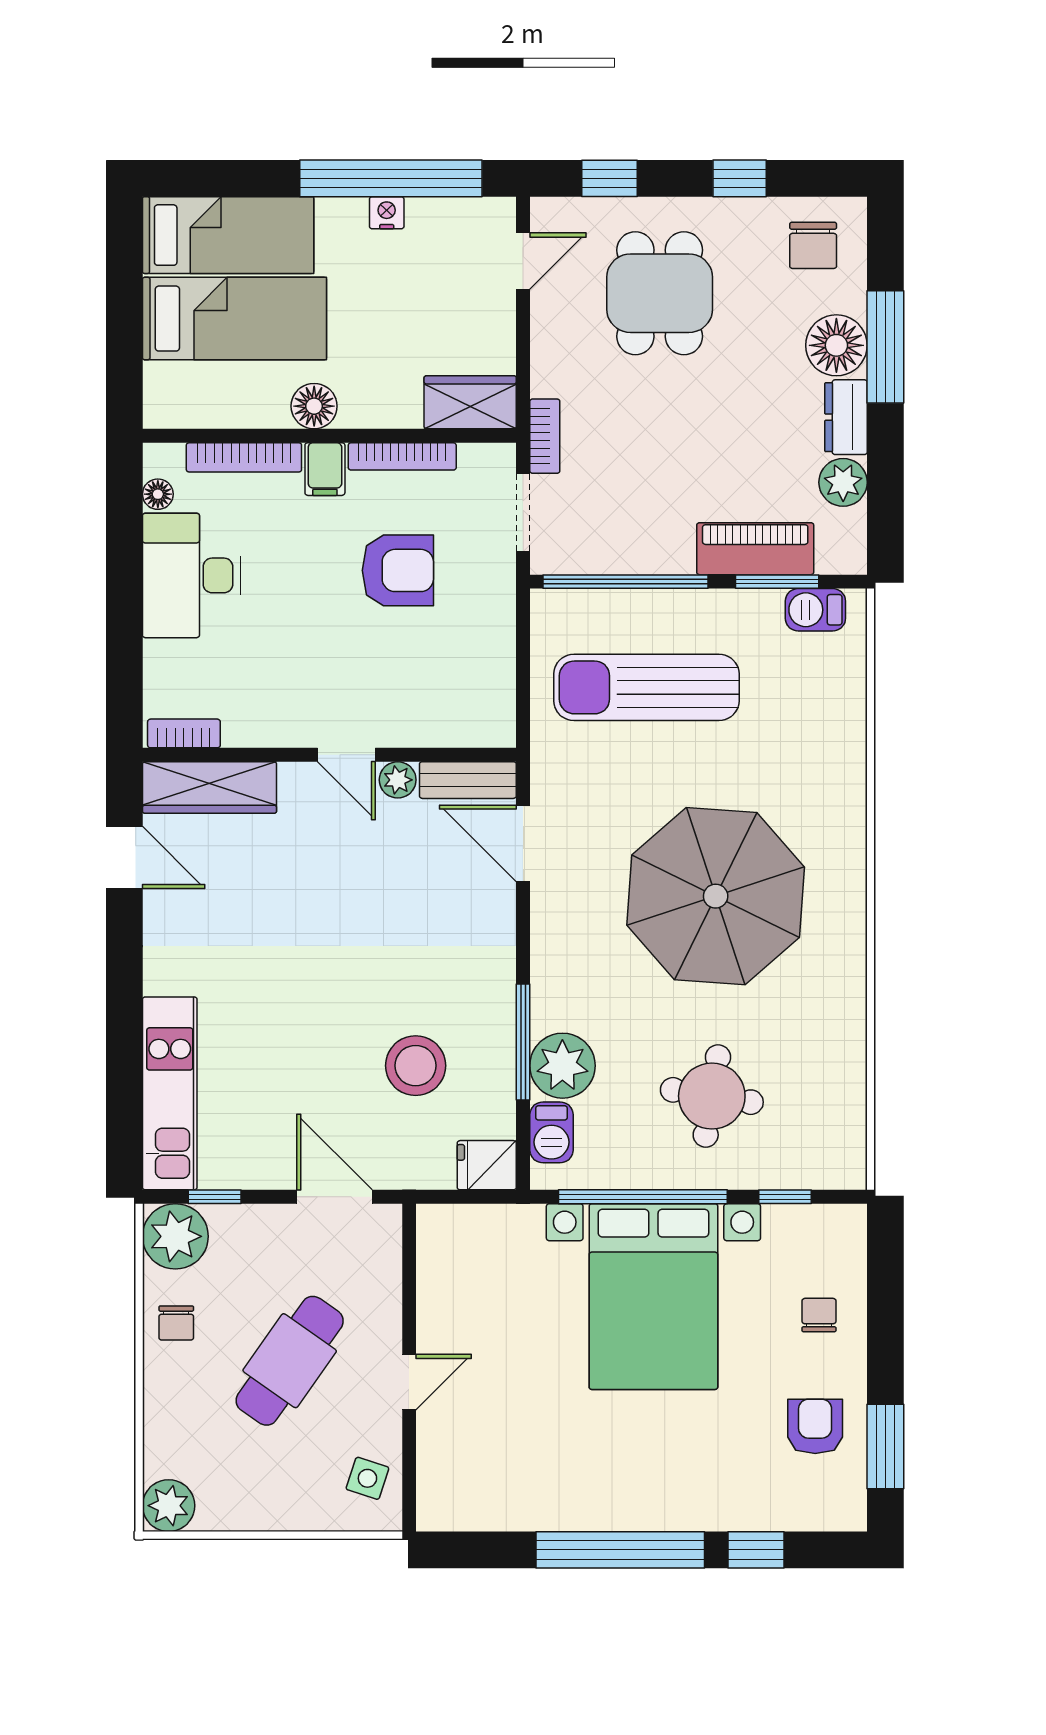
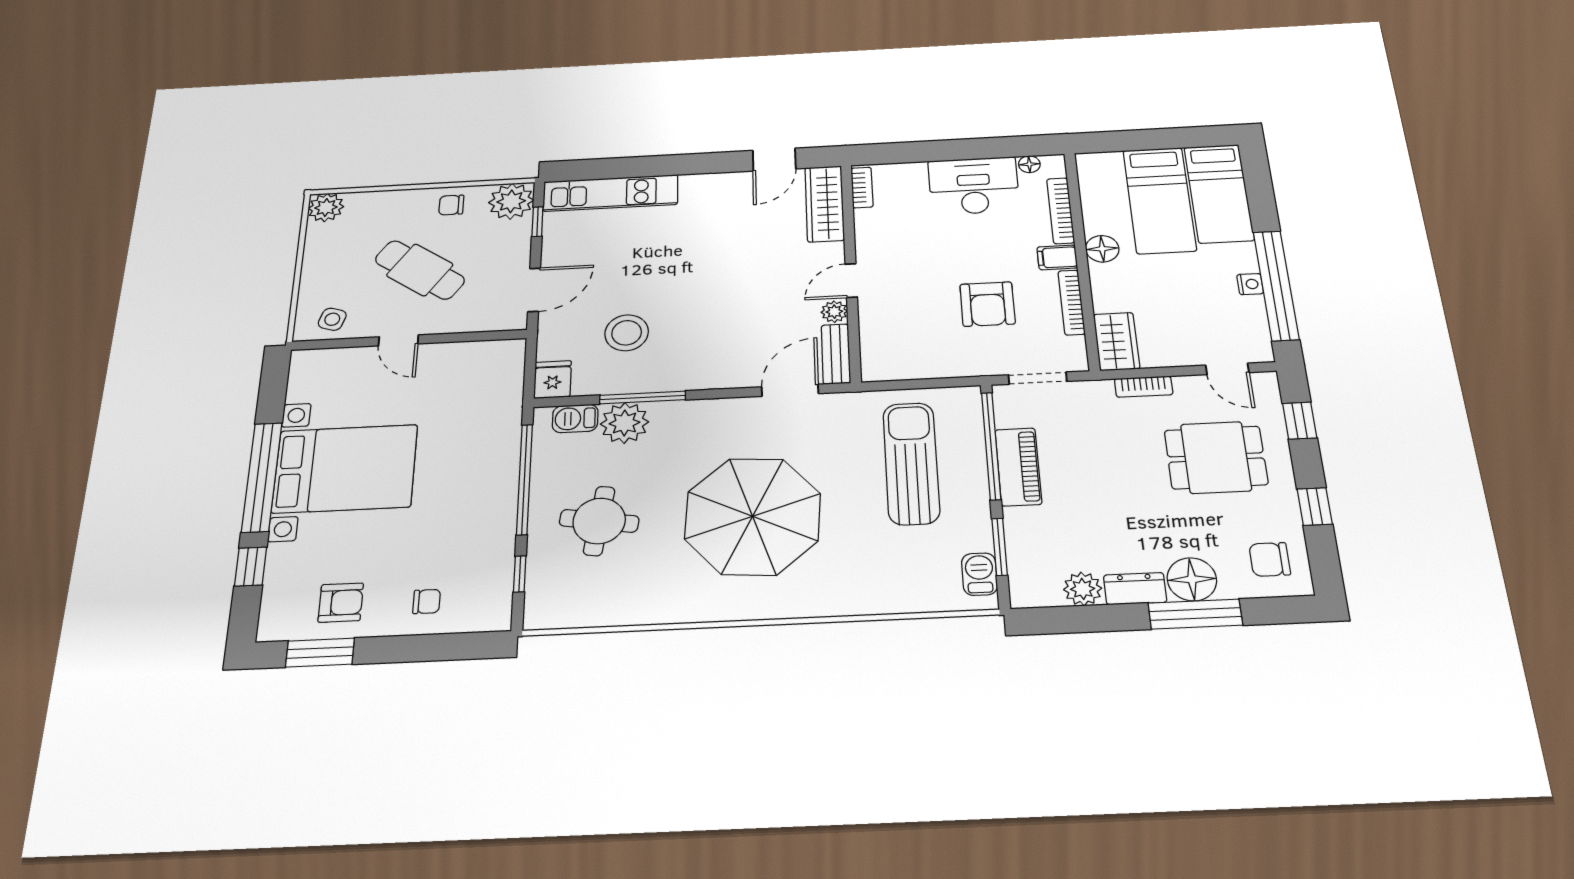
bookcase: (545, 436) -> (1144, 387), moved
piano: (755, 549) -> (1018, 467), moved
bed with nightstands: (653, 1297) -> (345, 469), moved, turned 180

